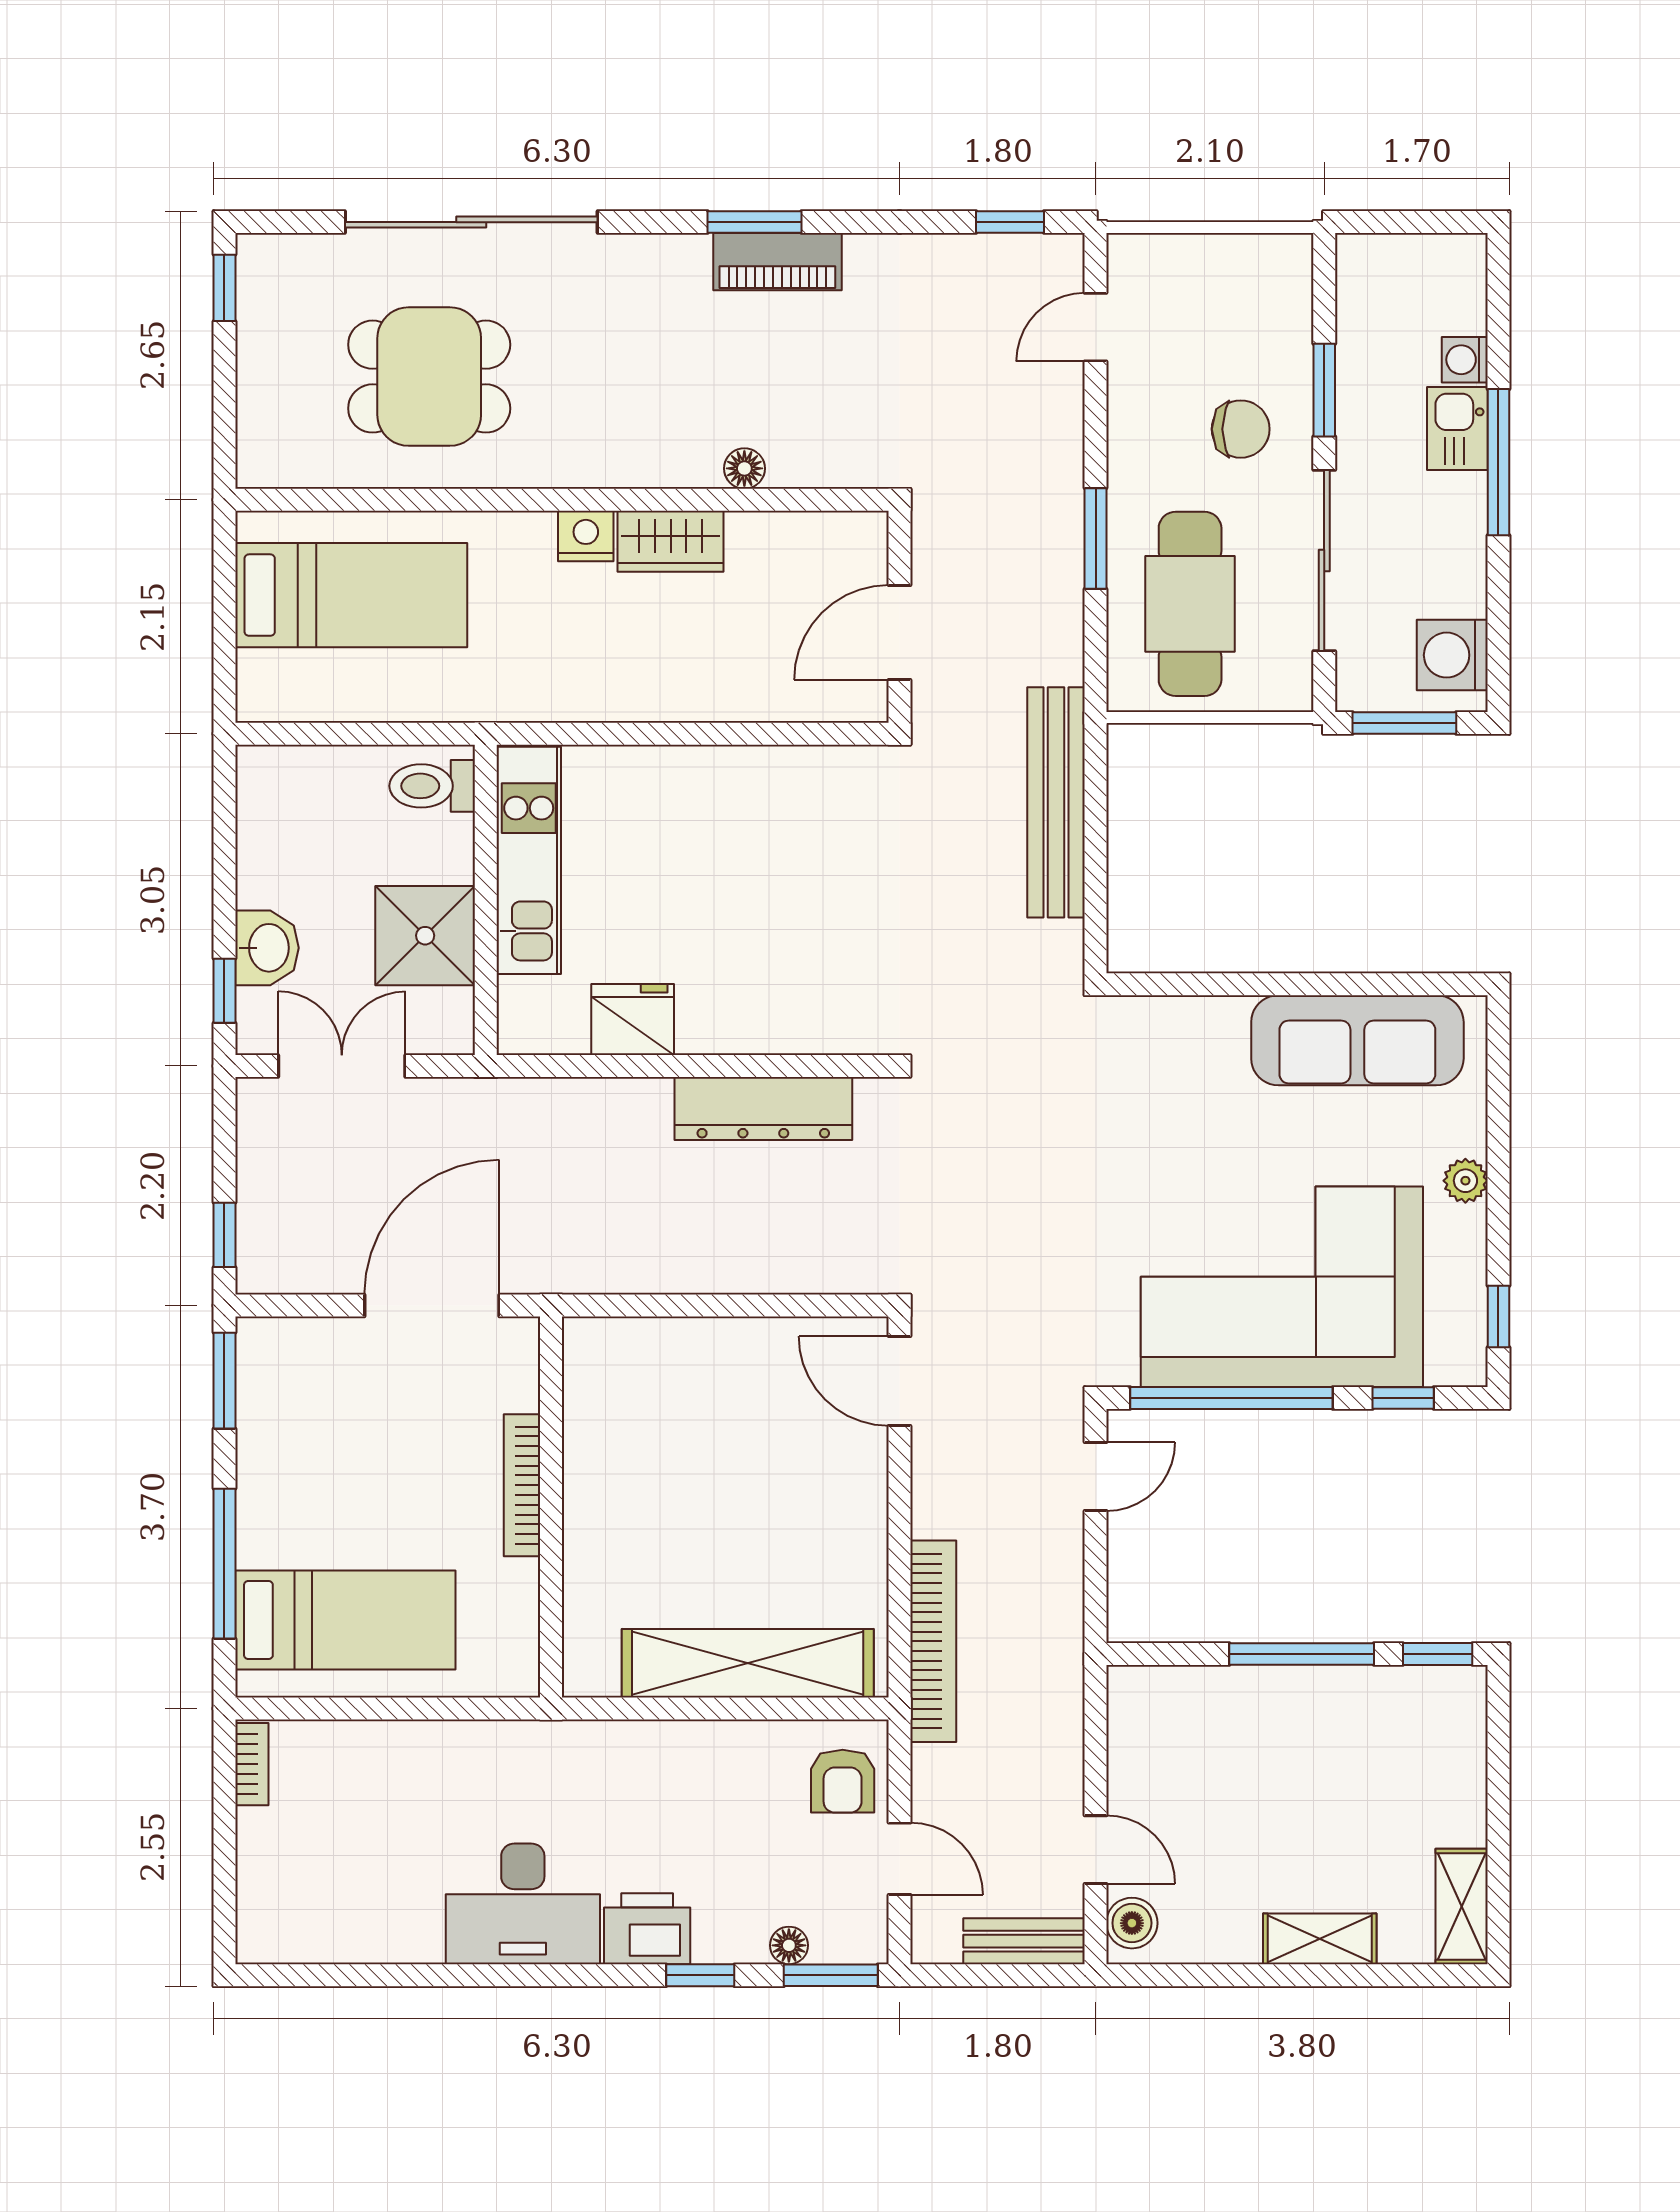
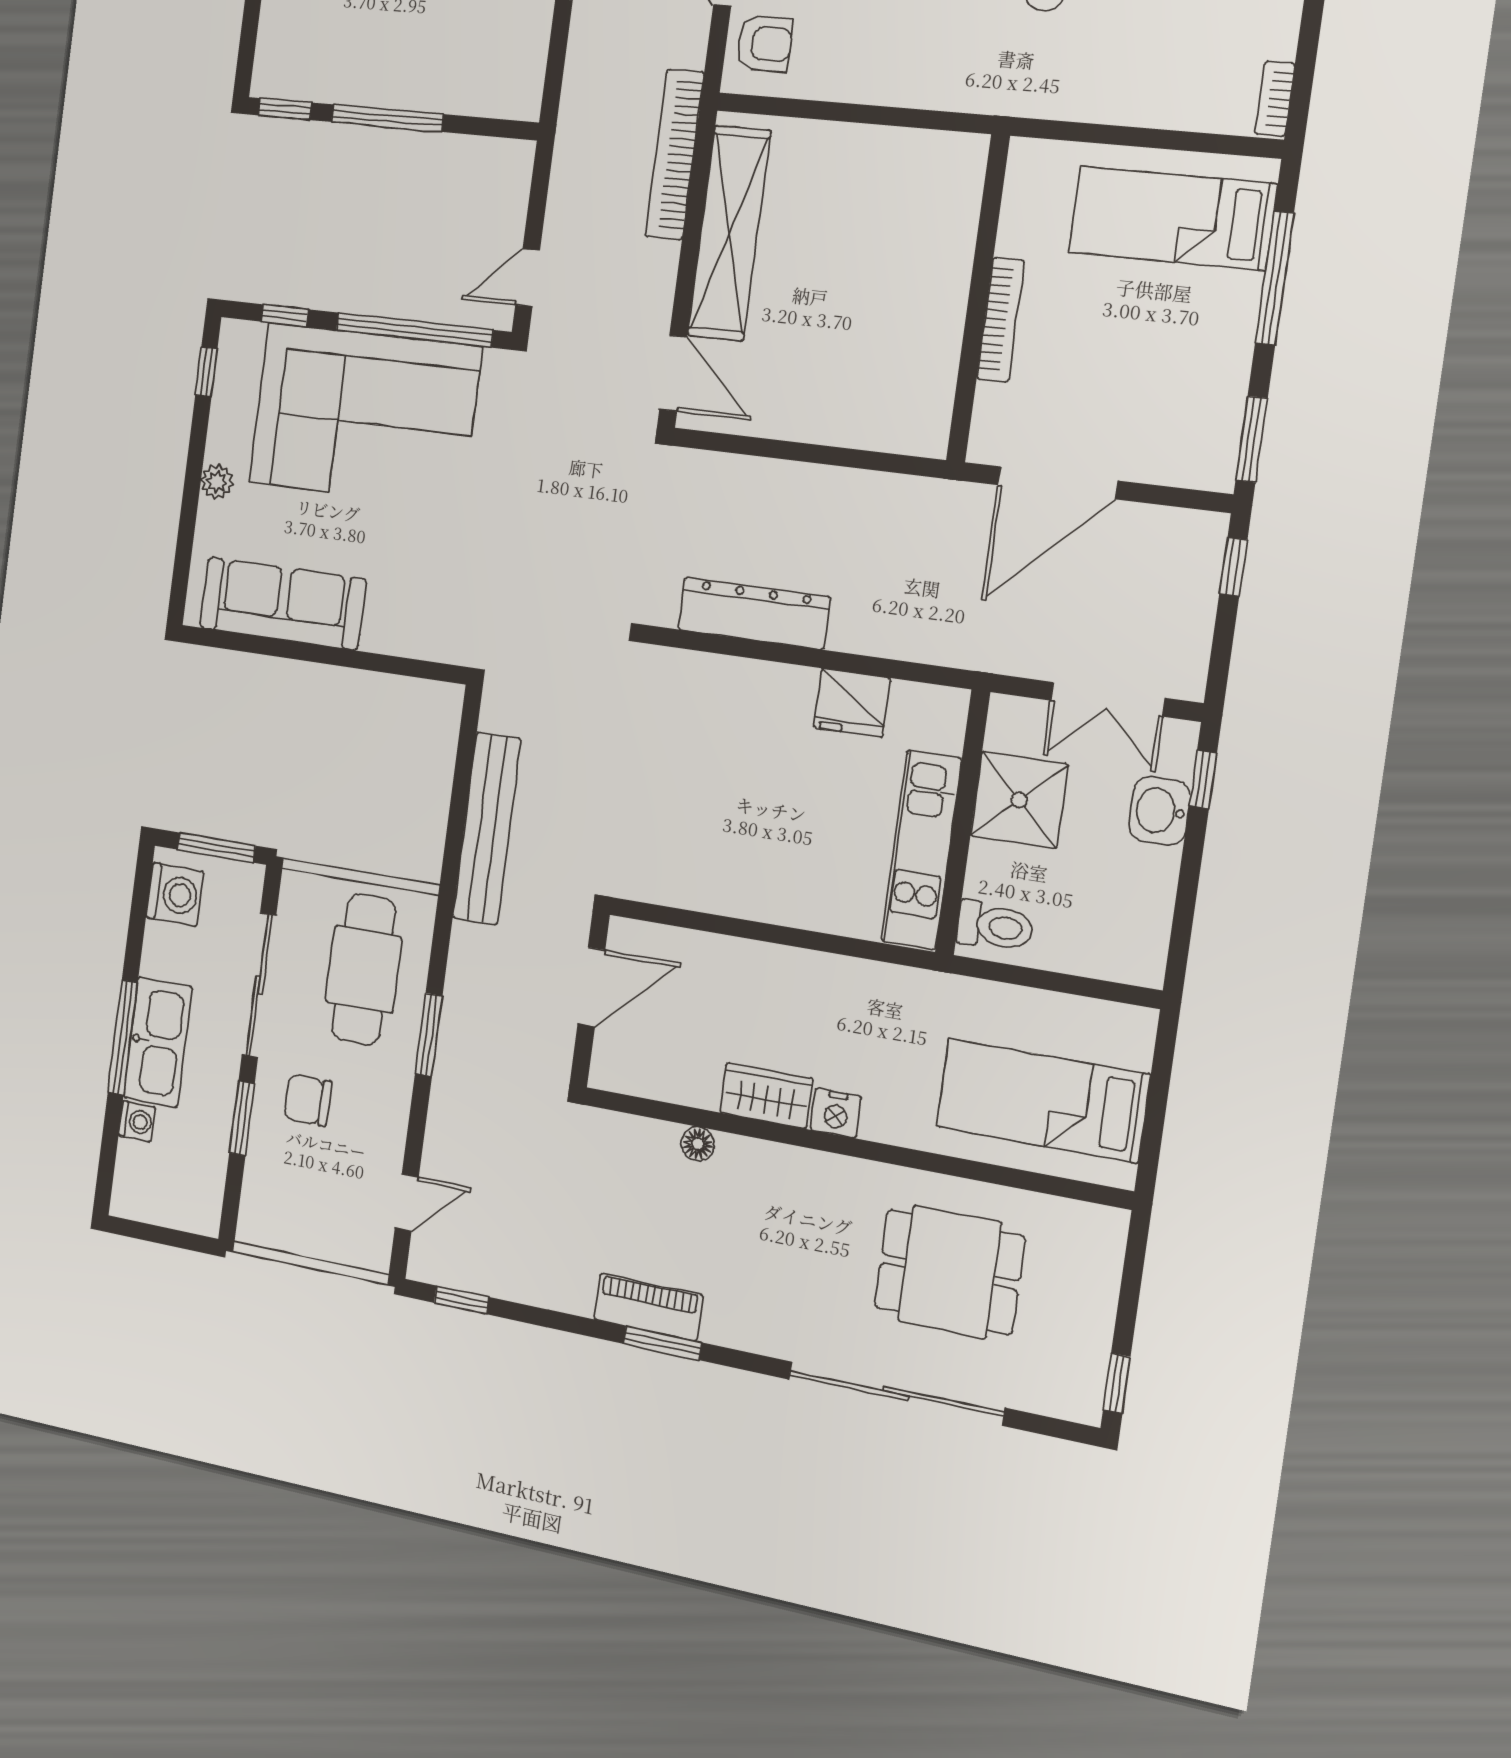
kitchen sink: (1457, 429) -> (158, 1042), width x1.87, depth x1.24
shelving: (748, 1663) -> (729, 233), moved, turned 90
armchair: (843, 1781) -> (764, 44), turned 90

